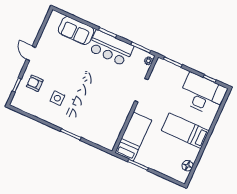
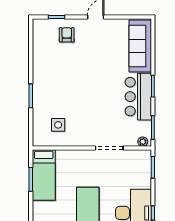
sofa: (76, 31) -> (140, 46), width x1.36
side table: (57, 98) -> (58, 125), moved
bed: (133, 136) -> (44, 175), moved, turned 90

